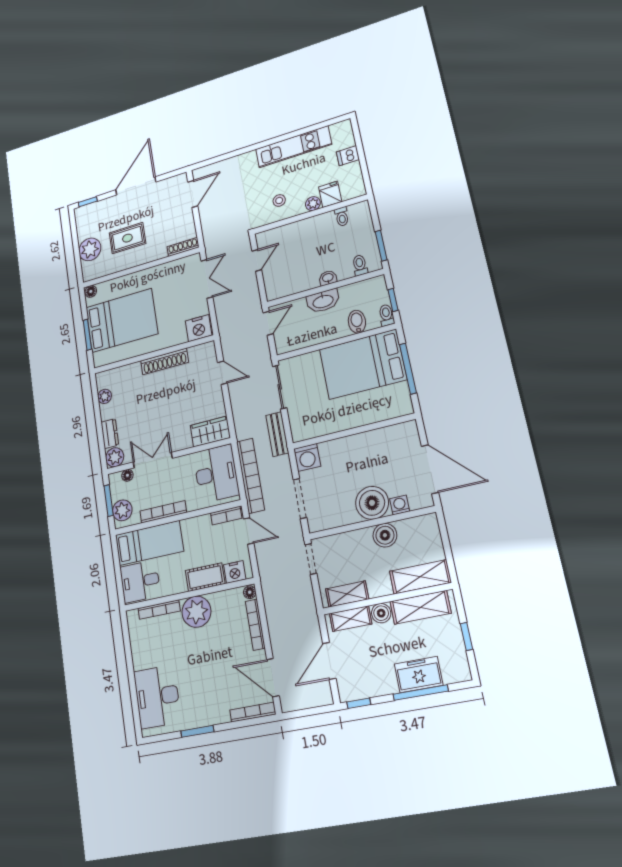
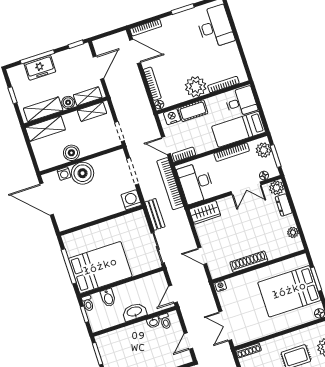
toilet: (360, 265) -> (165, 321), moved
washbasin: (328, 278) -> (153, 322), moved
nightstand: (199, 328) -> (221, 286), width x0.53, depth x0.56

